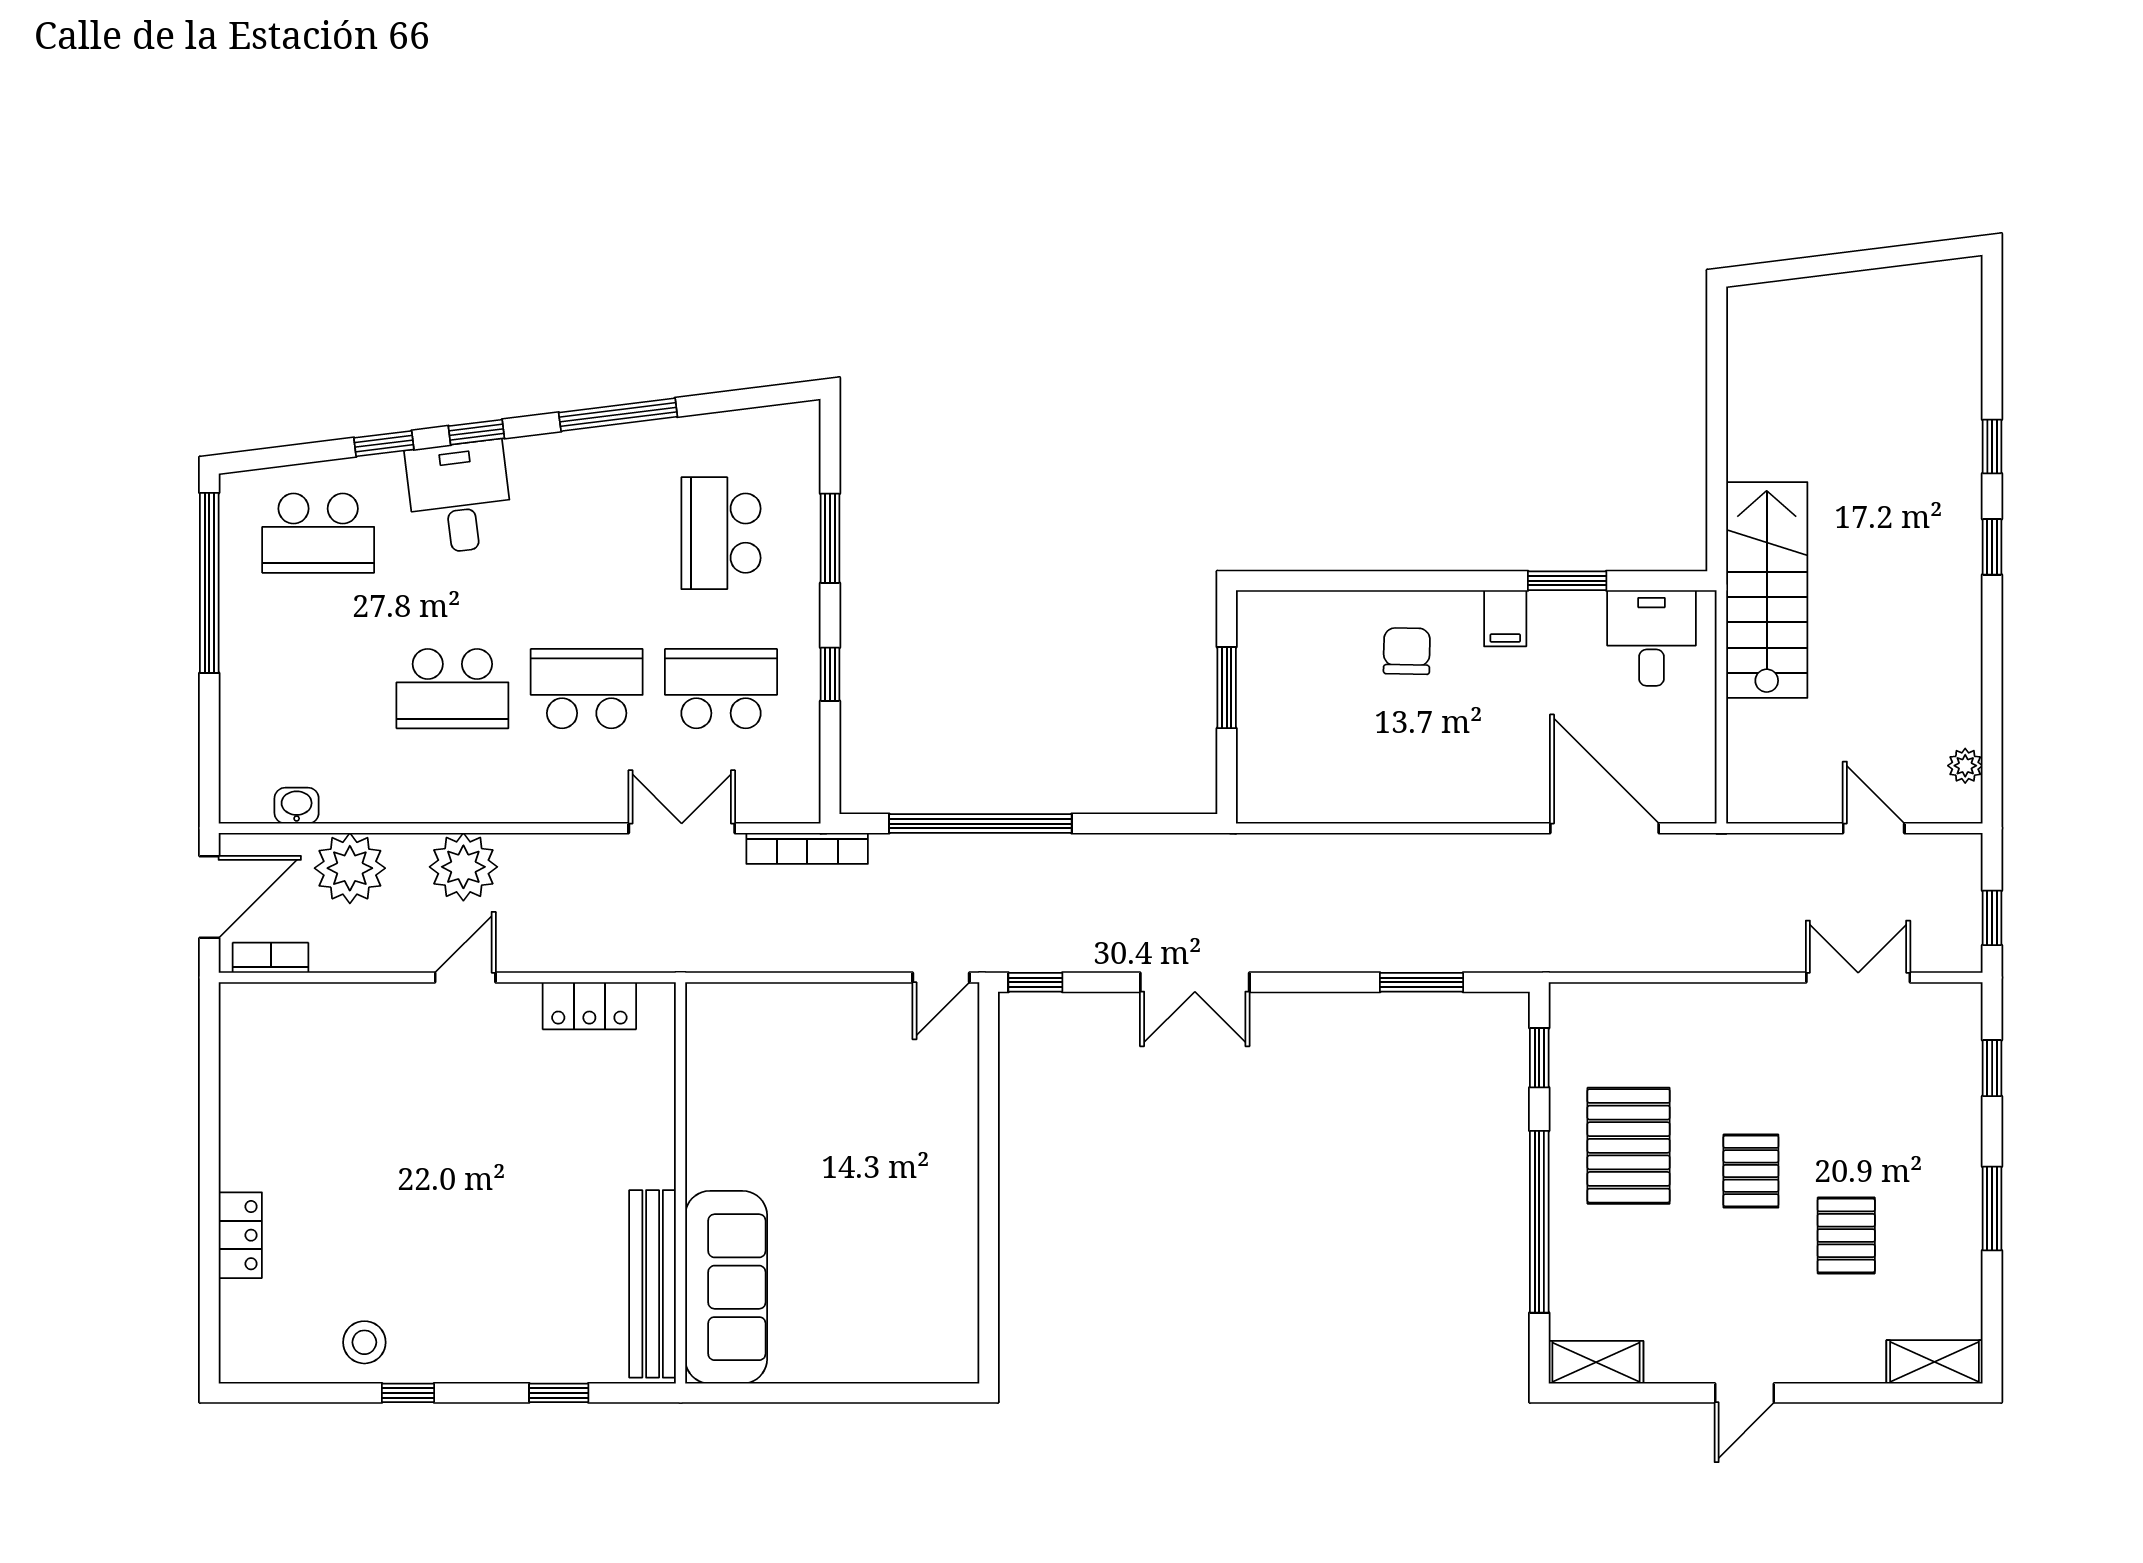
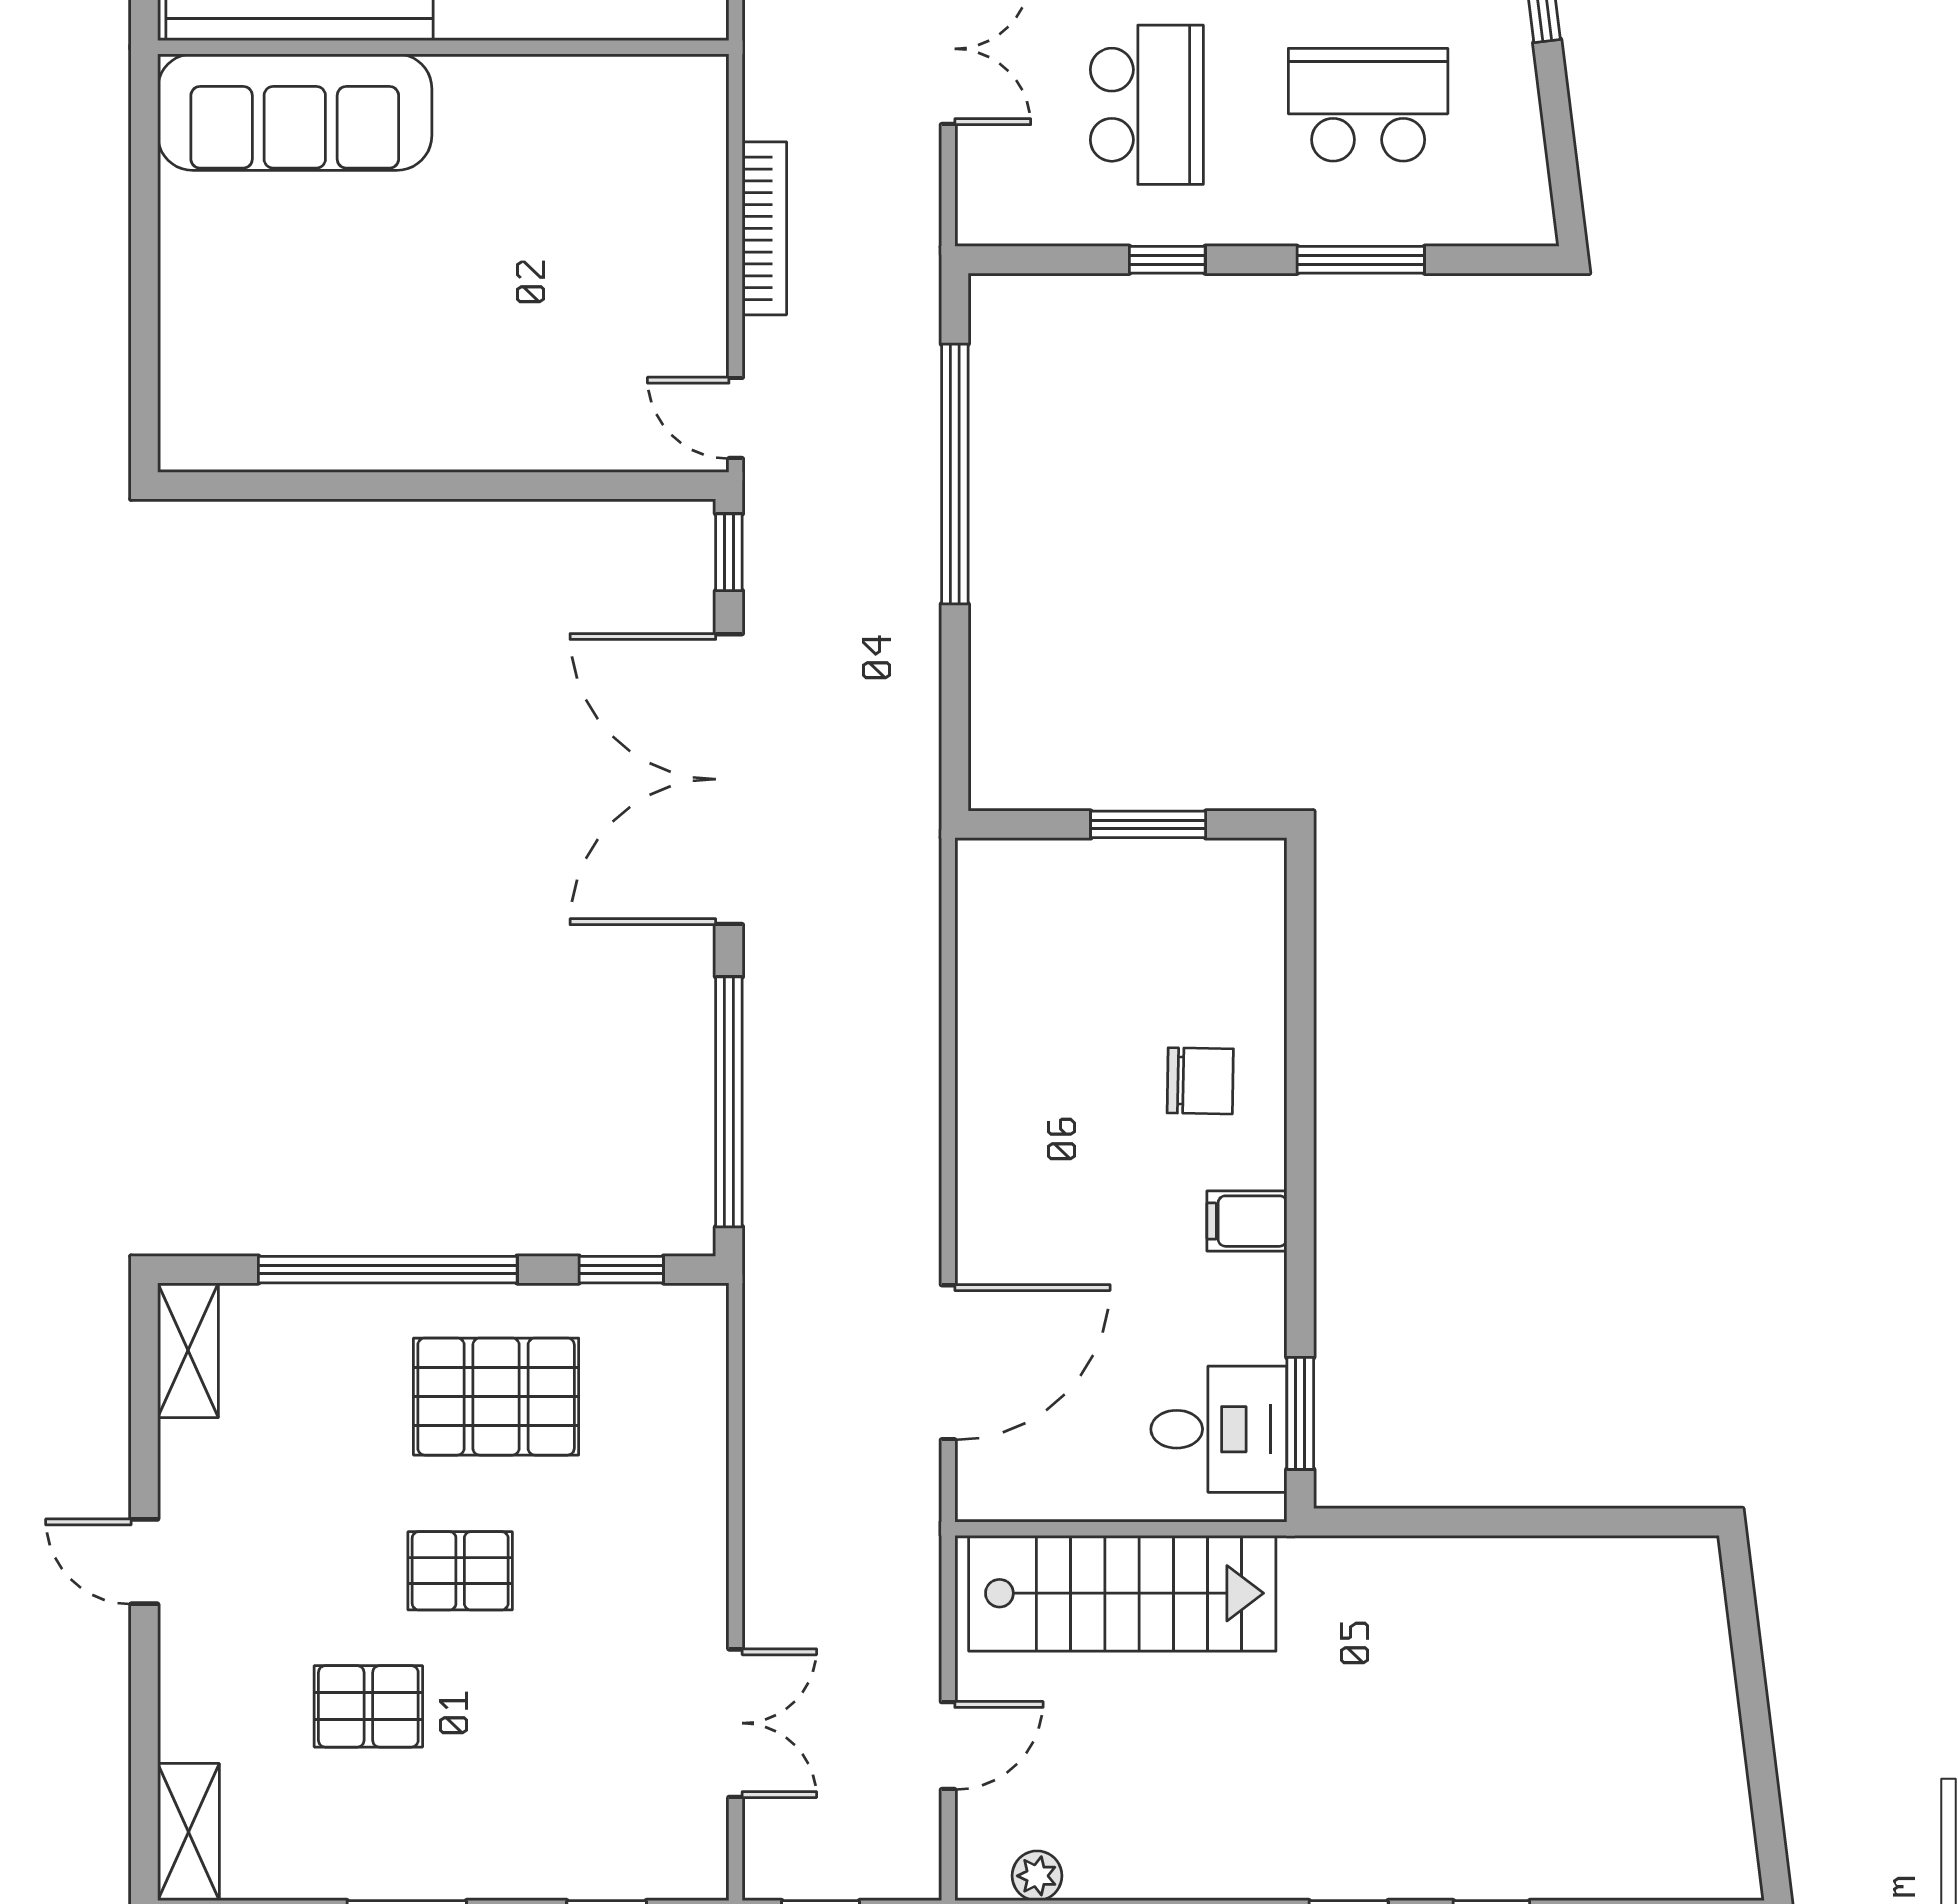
window: (1567, 581) -> (1300, 1413), moved
stairs: (1767, 590) -> (1122, 1593), moved
bookcase: (807, 848) -> (764, 228), moved, turned 180
double door: (1195, 982) -> (729, 779), width x1.87
window: (1421, 982) -> (729, 1102), width x2.11

